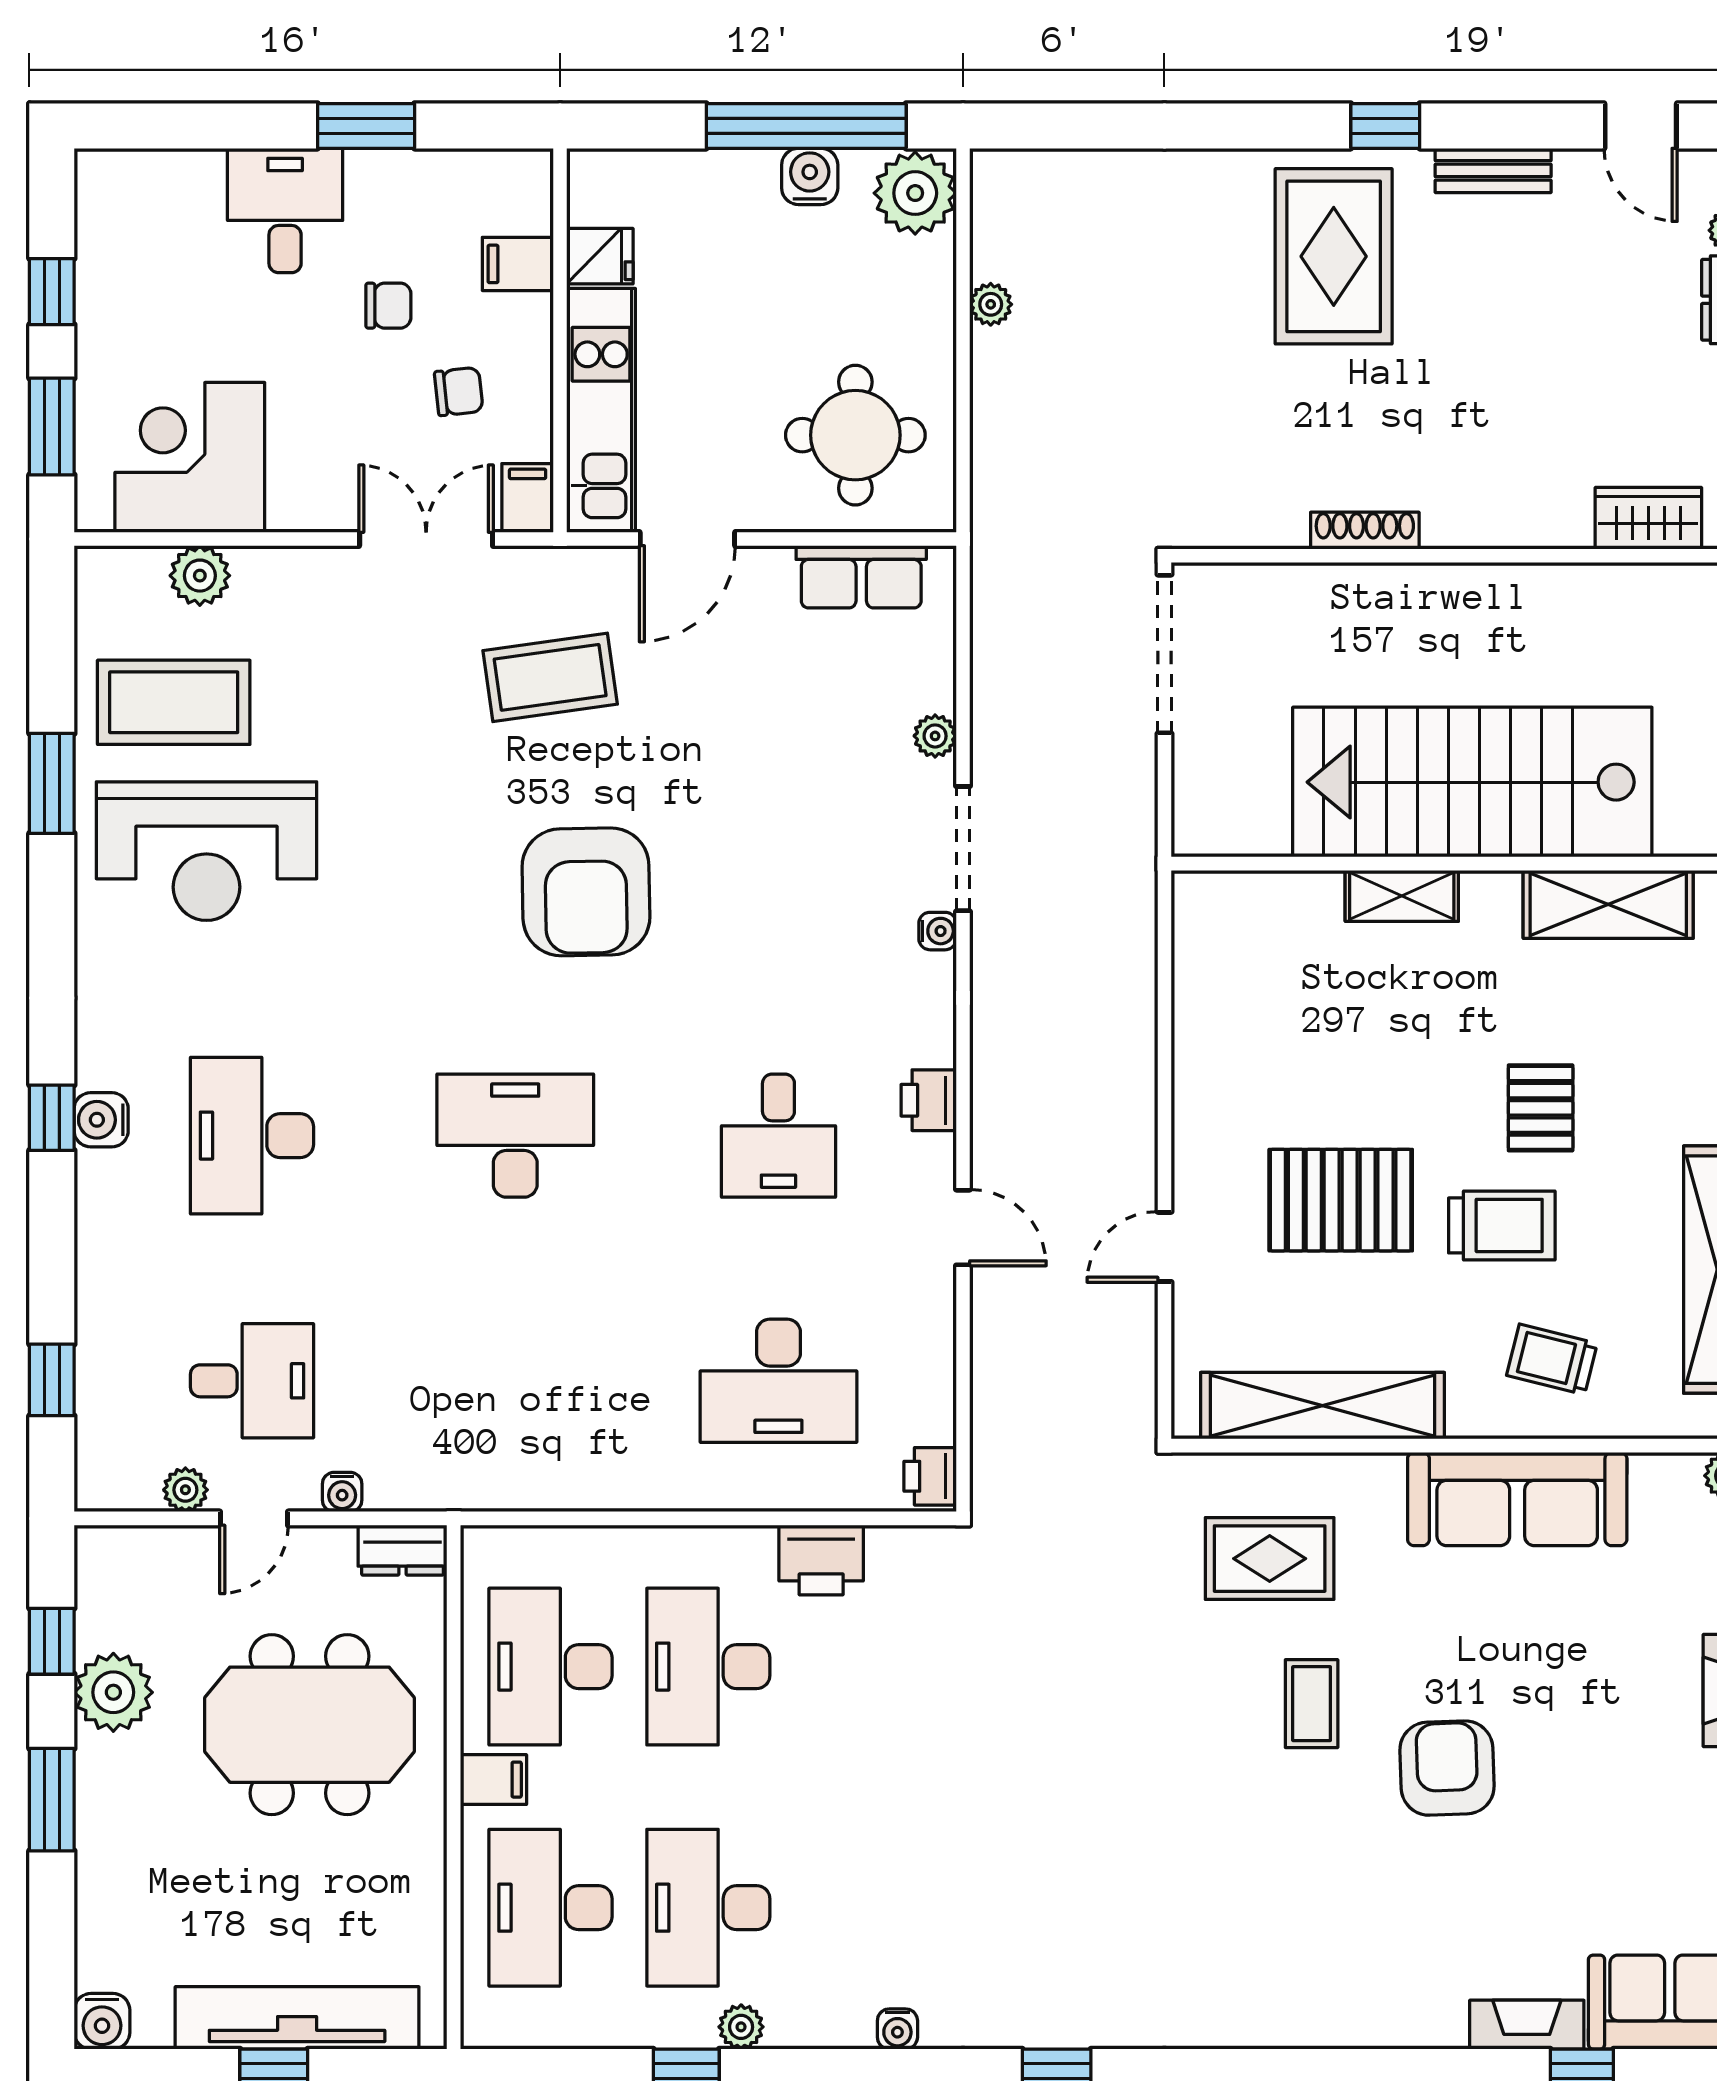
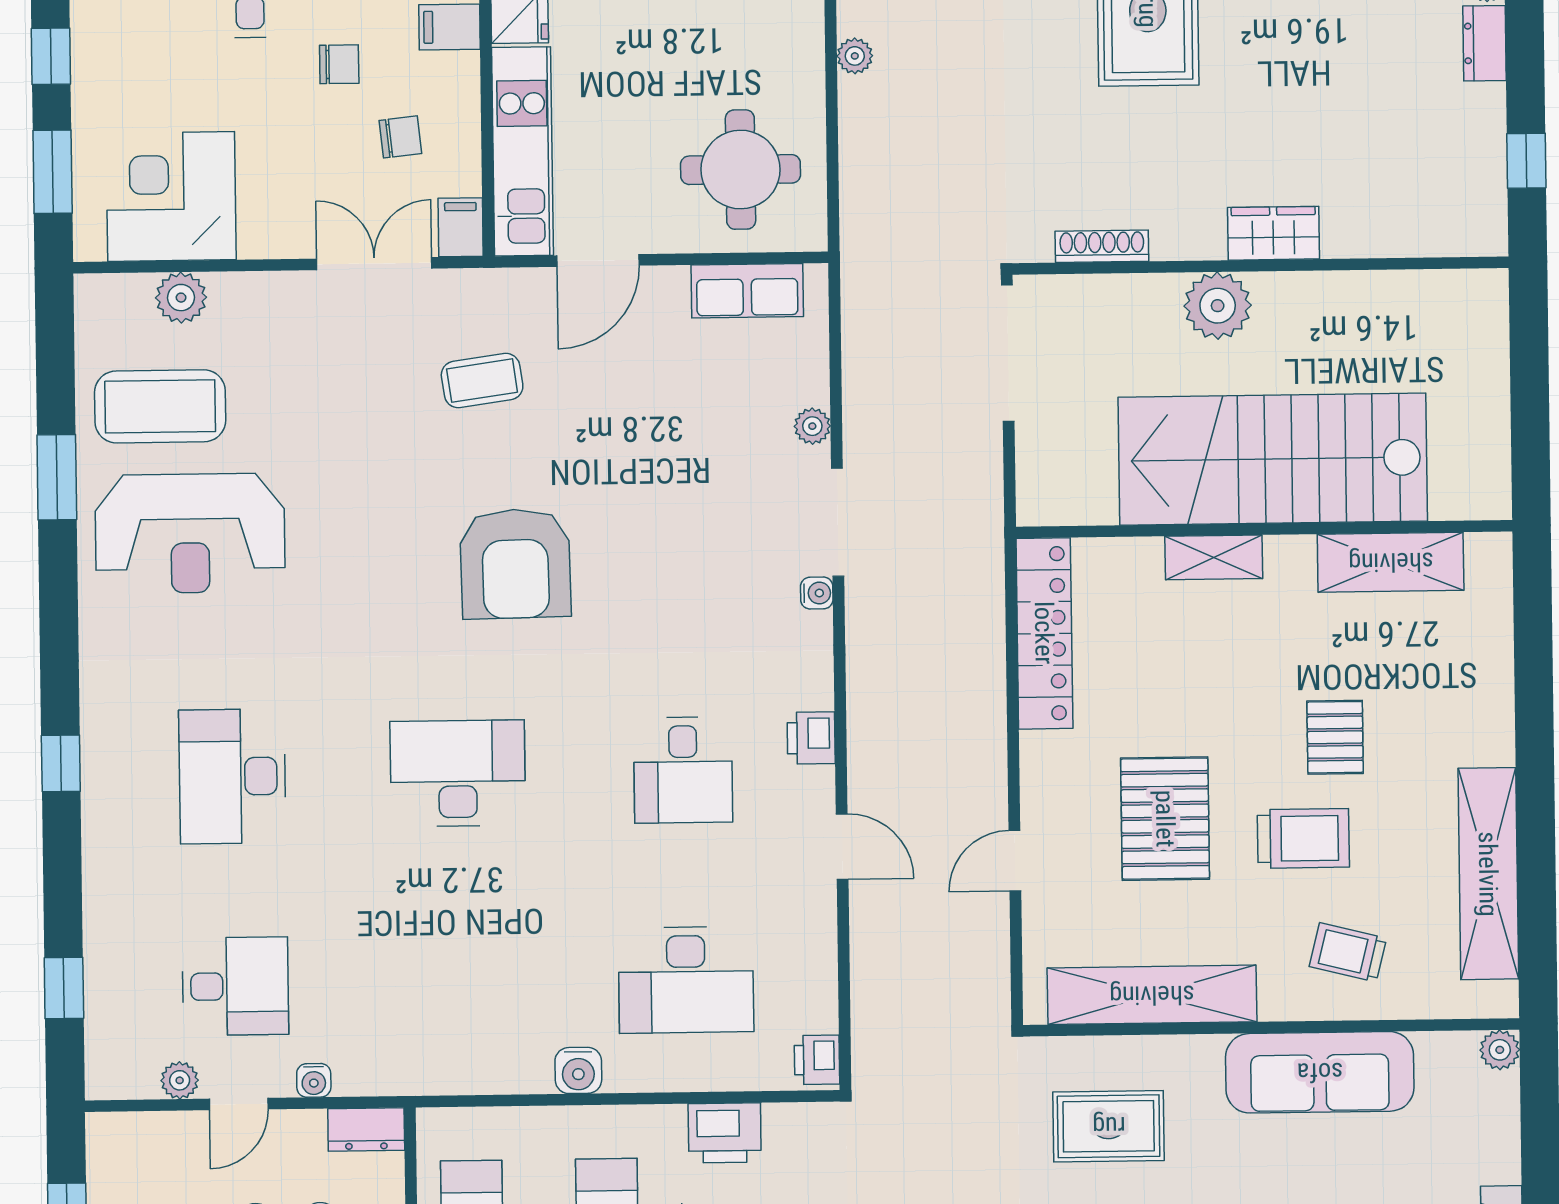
wardrobe: (1648, 518) -> (1273, 233), moved
shoe rack: (1365, 531) -> (1102, 246), moved
plant: (1410, 602) -> (1218, 306), added
coffee table: (550, 677) -> (482, 381), width x0.73, depth x0.77
locker: (1203, 982) -> (1044, 633), added
water cooler: (101, 1120) -> (578, 1070), moved, turned -90
pallet: (1341, 1200) -> (1165, 819), turned 90

